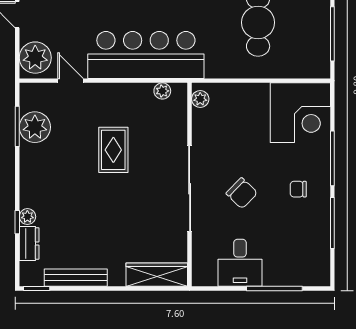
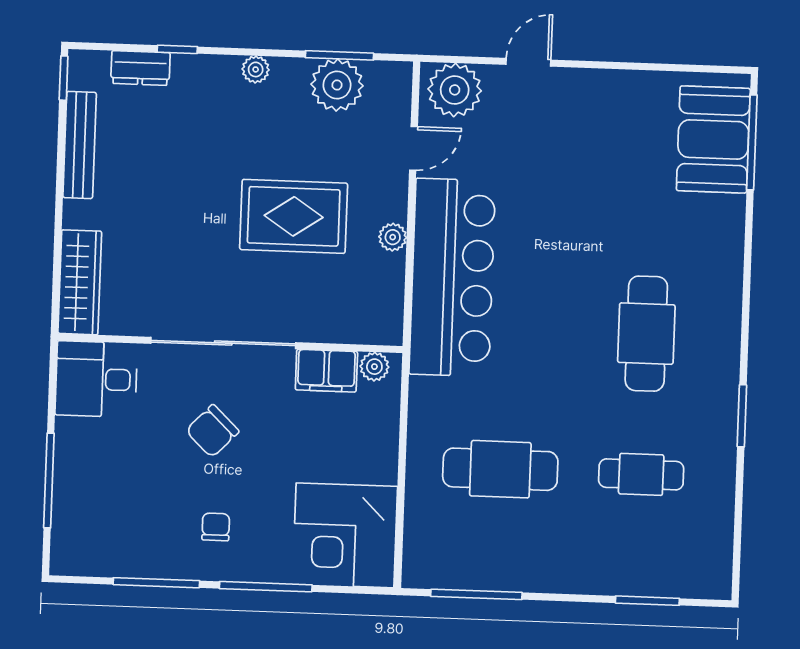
plant: (162, 91) -> (393, 237), moved
filing cabinet: (204, 127) -> (326, 371), added
rug: (113, 150) -> (294, 216), width x1.36, depth x1.43
plant: (27, 217) -> (256, 69), moved
desk: (240, 263) -> (96, 379), moved

